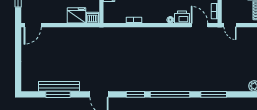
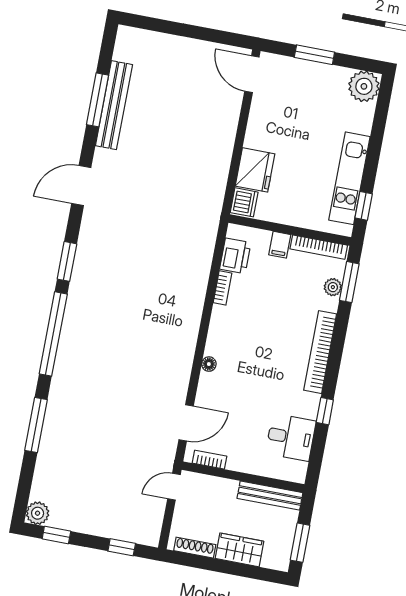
printer: (182, 17) -> (235, 256), moved

